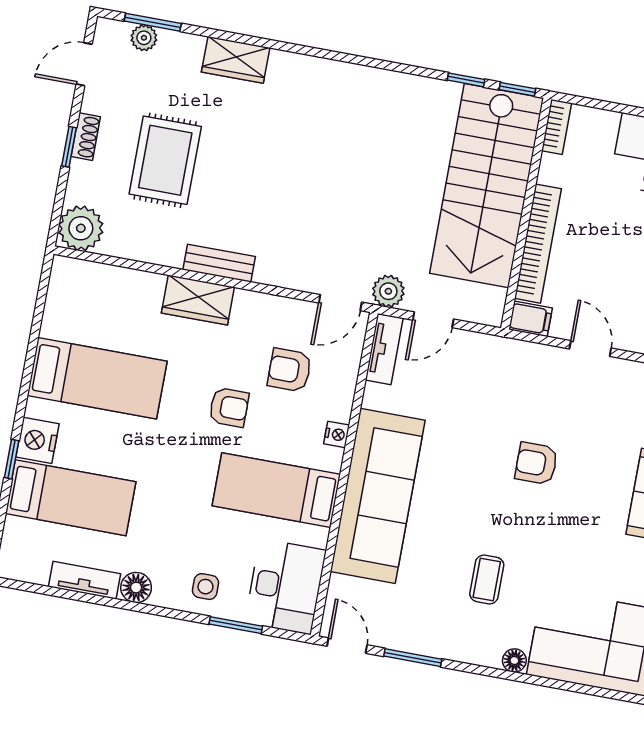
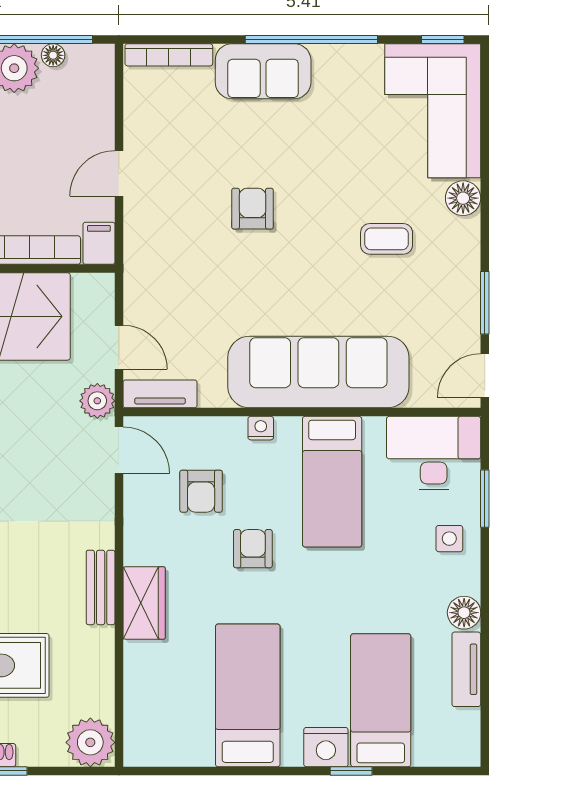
armchair: (536, 463) -> (252, 209), turned 180
floor lamp: (514, 660) -> (463, 198), width x1.37, depth x1.37

